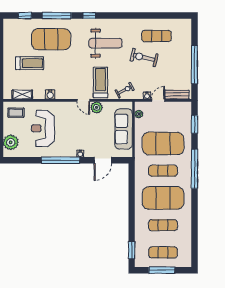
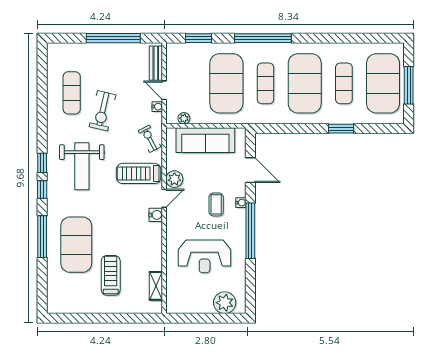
window: (25, 16) -> (42, 163), moved
weight bench: (105, 43) -> (82, 166), turned 180
water cooler: (50, 94) -> (156, 215), moved
coffee table: (16, 113) -> (216, 204), moved
window: (132, 250) -> (341, 129), moved
exercise mat: (163, 252) -> (383, 83), width x2.00, depth x1.45

